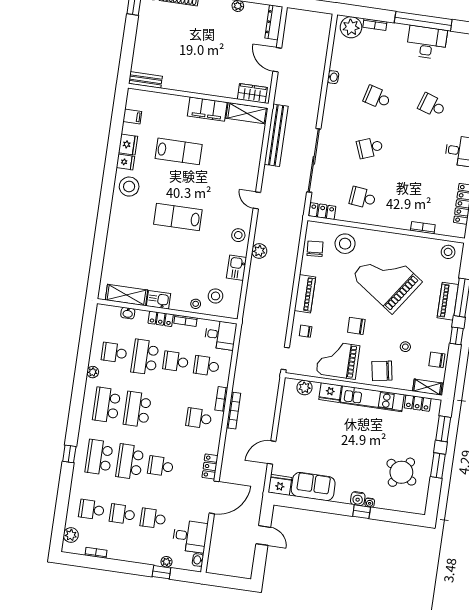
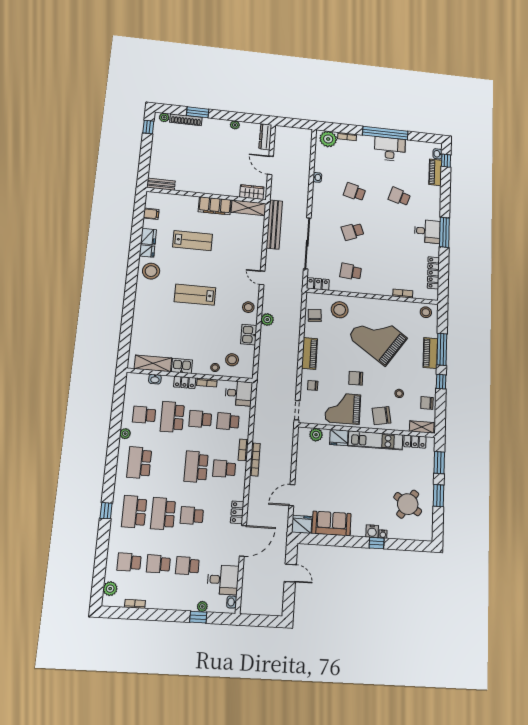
school desk: (137, 409) -> (196, 467), moved

